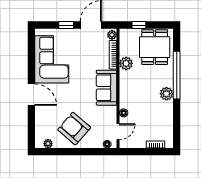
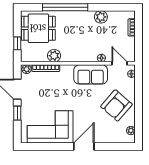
sofa: (107, 88) -> (91, 74), moved
plant: (166, 94) -> (101, 17), moved

